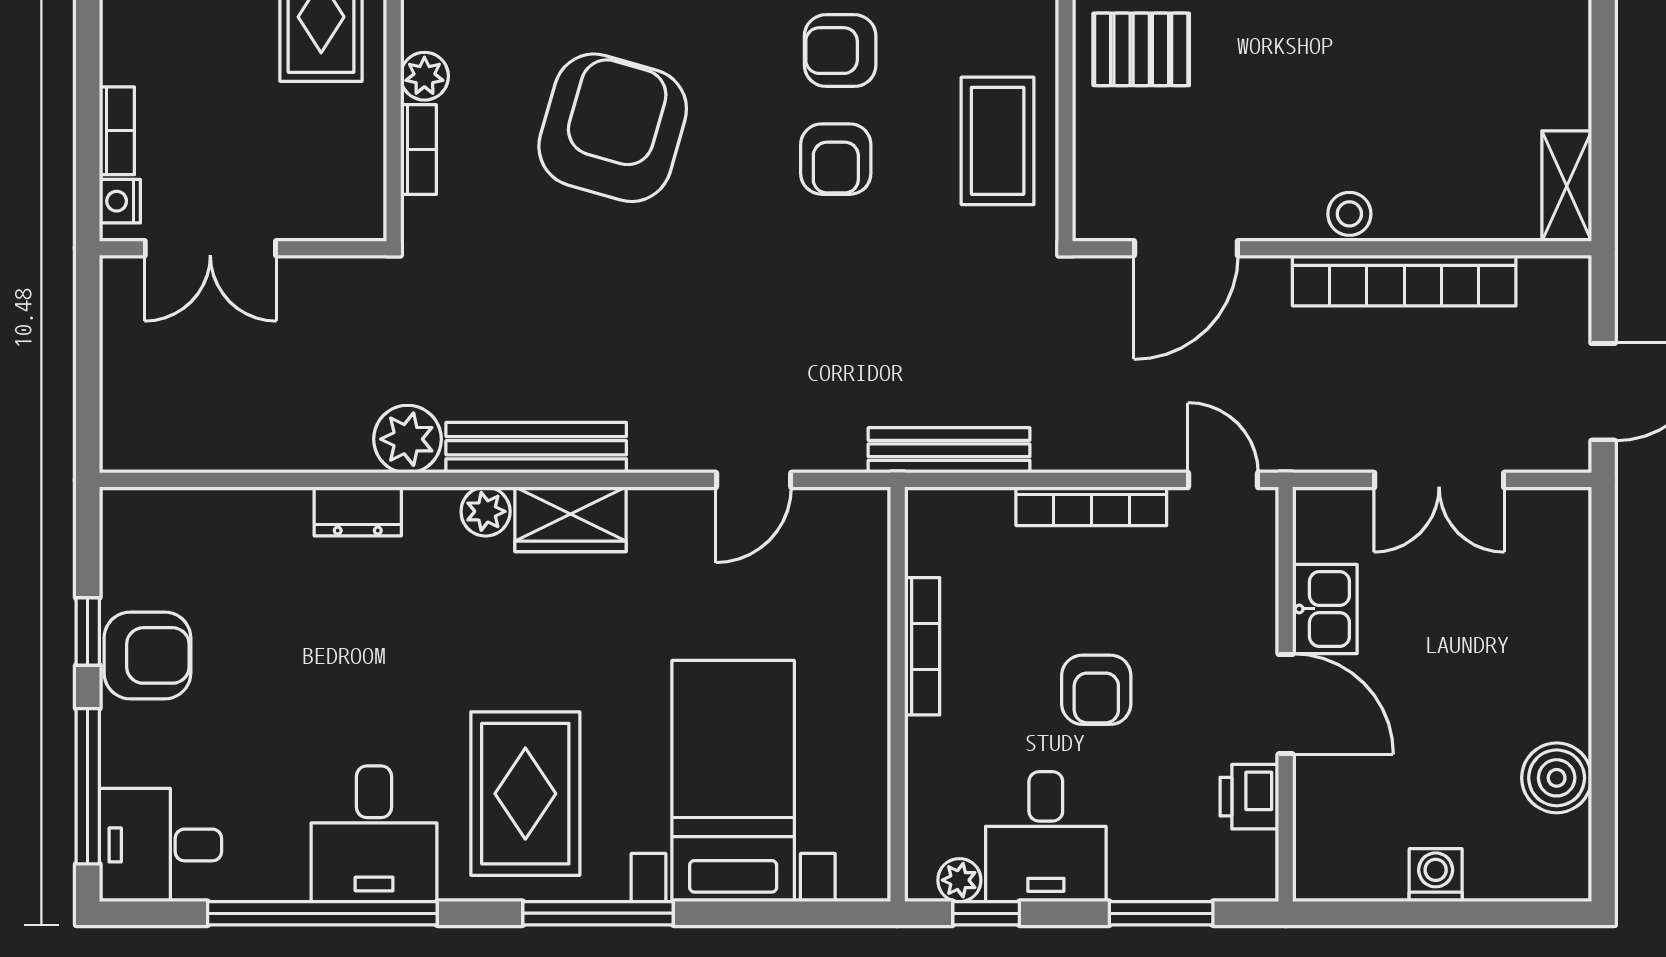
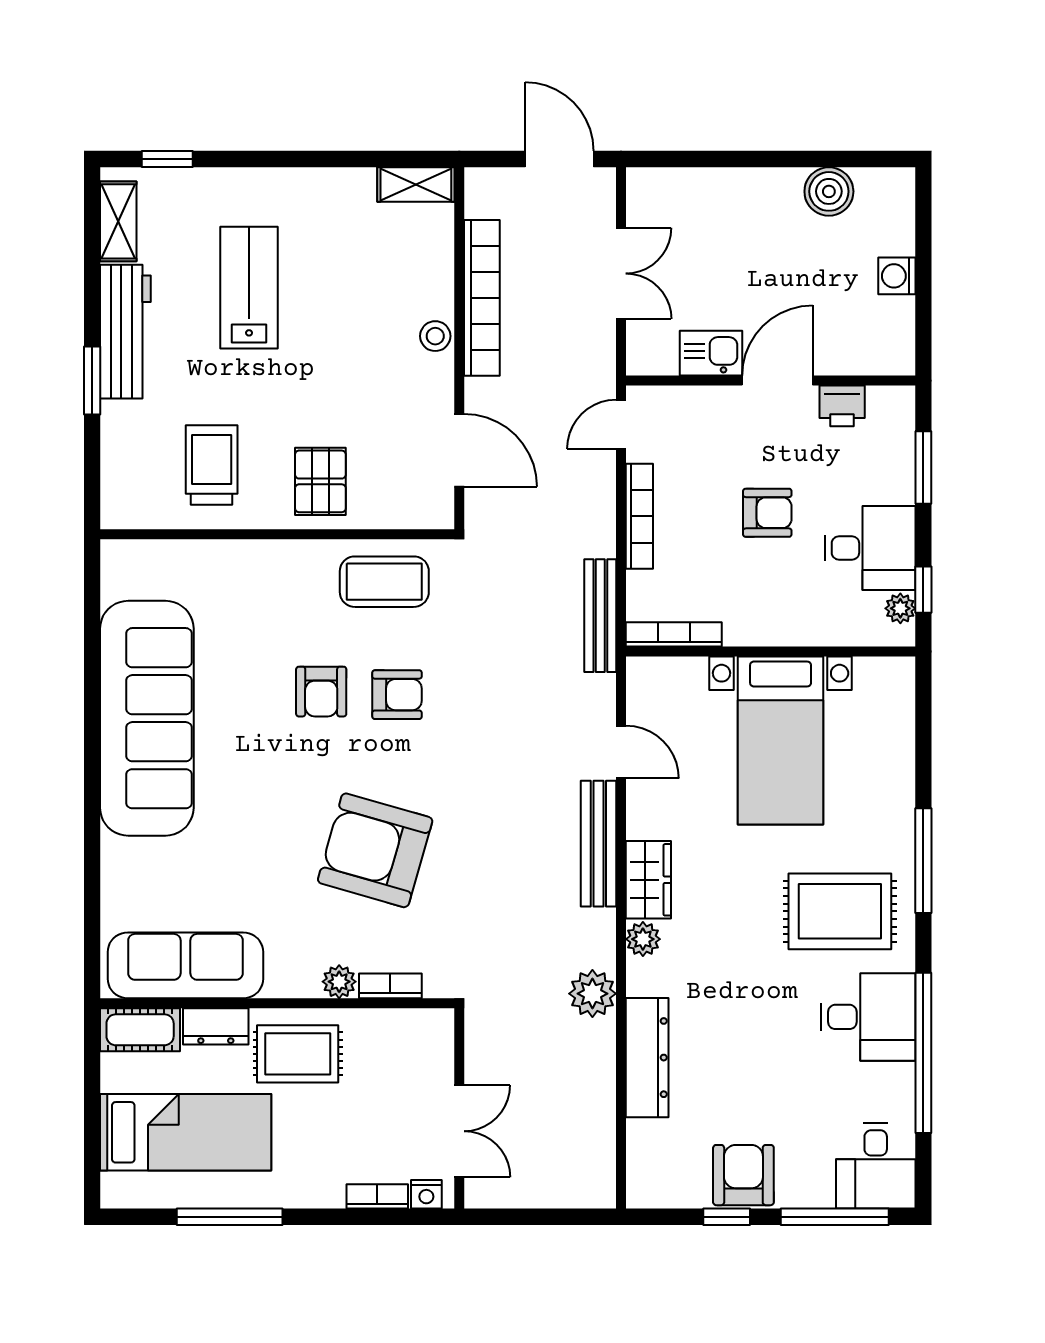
bench: (536, 448) -> (598, 844), moved
dresser: (358, 511) -> (647, 1058), width x1.96, depth x1.24
bookcase: (922, 646) -> (674, 634), moved
bed with nightstands: (733, 781) -> (781, 741), moved, turned -90

